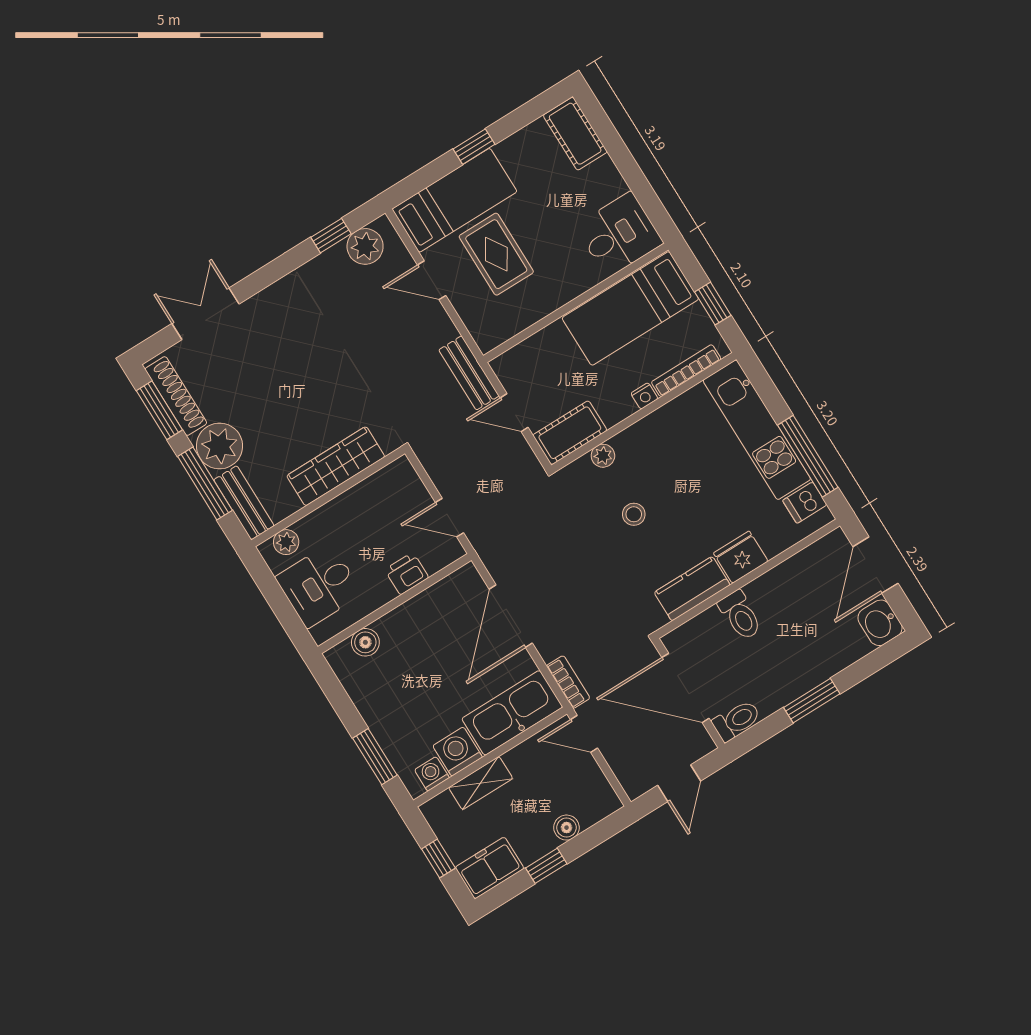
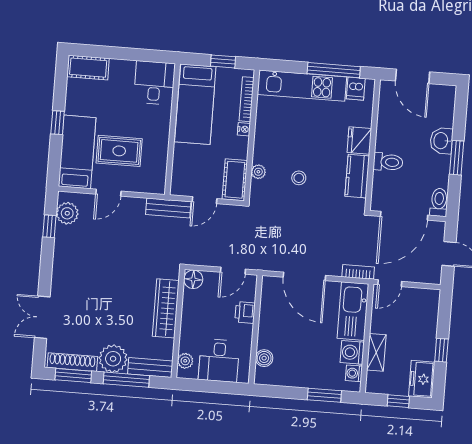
floor lamp: (400, 474) -> (193, 279), added
washbasin: (880, 623) -> (441, 141), moved, turned 90
boiler: (566, 828) -> (430, 326), removed

